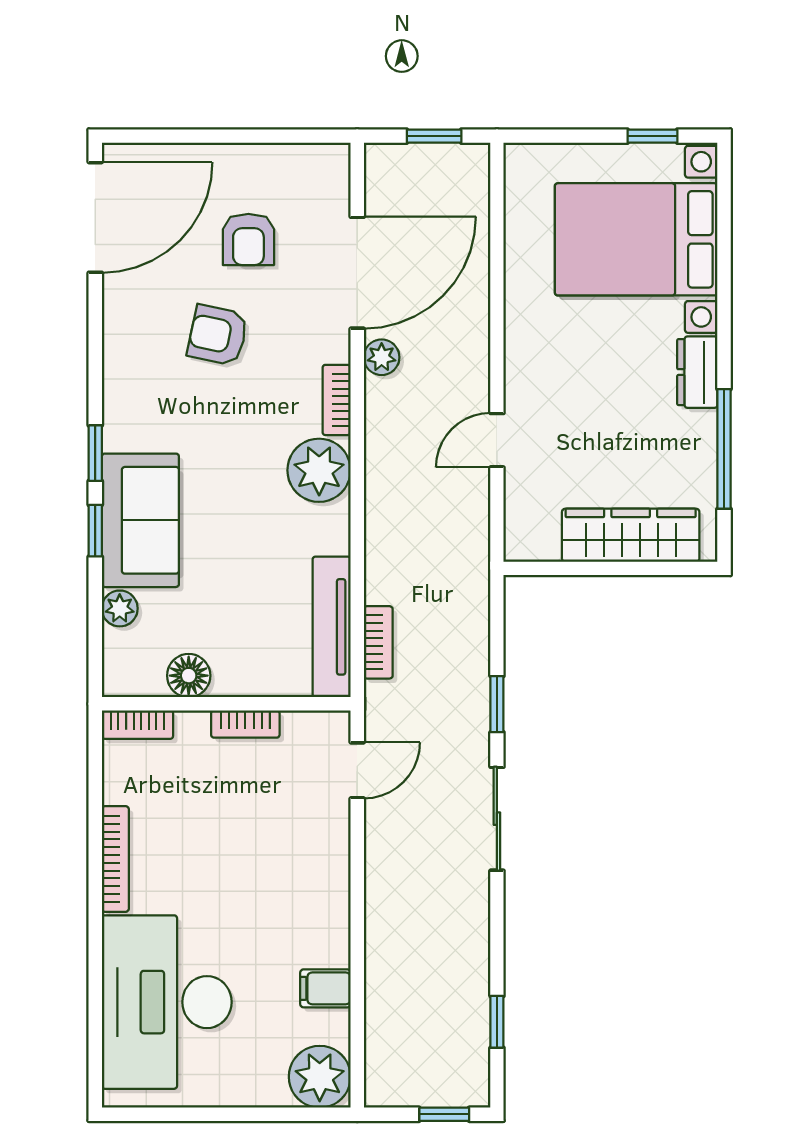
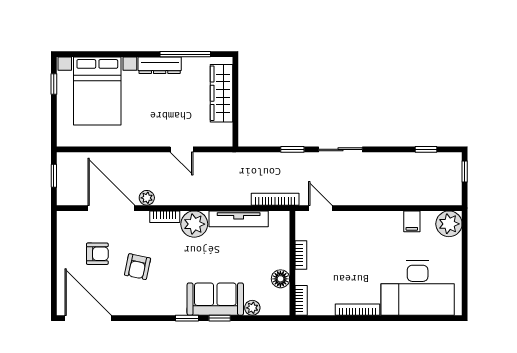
dresser: (697, 372) -> (160, 65), width x1.44
tv unit: (332, 627) -> (239, 219), moved
bookcase: (378, 642) -> (275, 199), width x1.56

